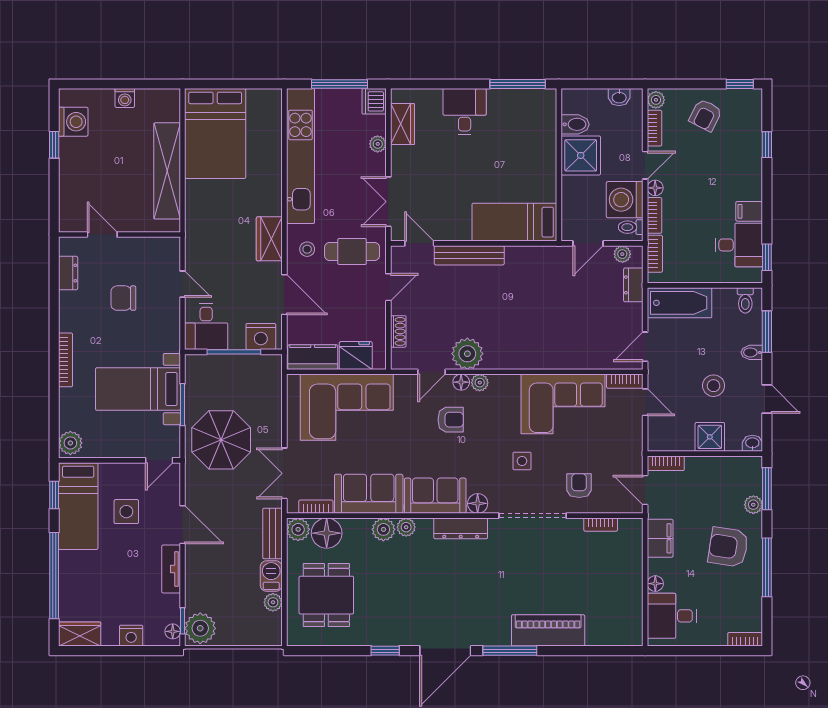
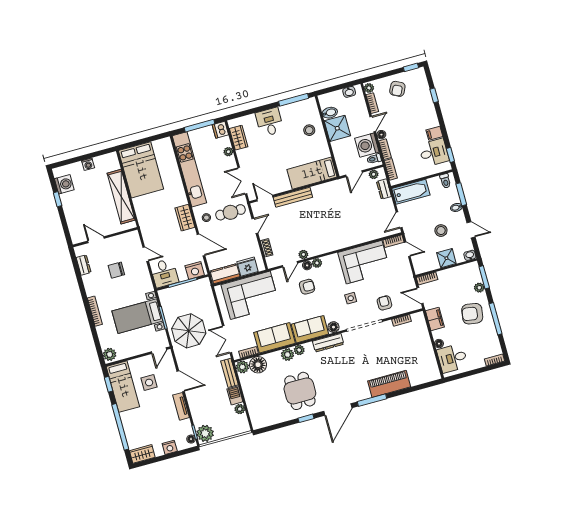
stool: (530, 145) -> (309, 130), added
plant: (467, 354) -> (303, 254), width x0.53, depth x0.53
dining table: (326, 595) -> (300, 391), moved

